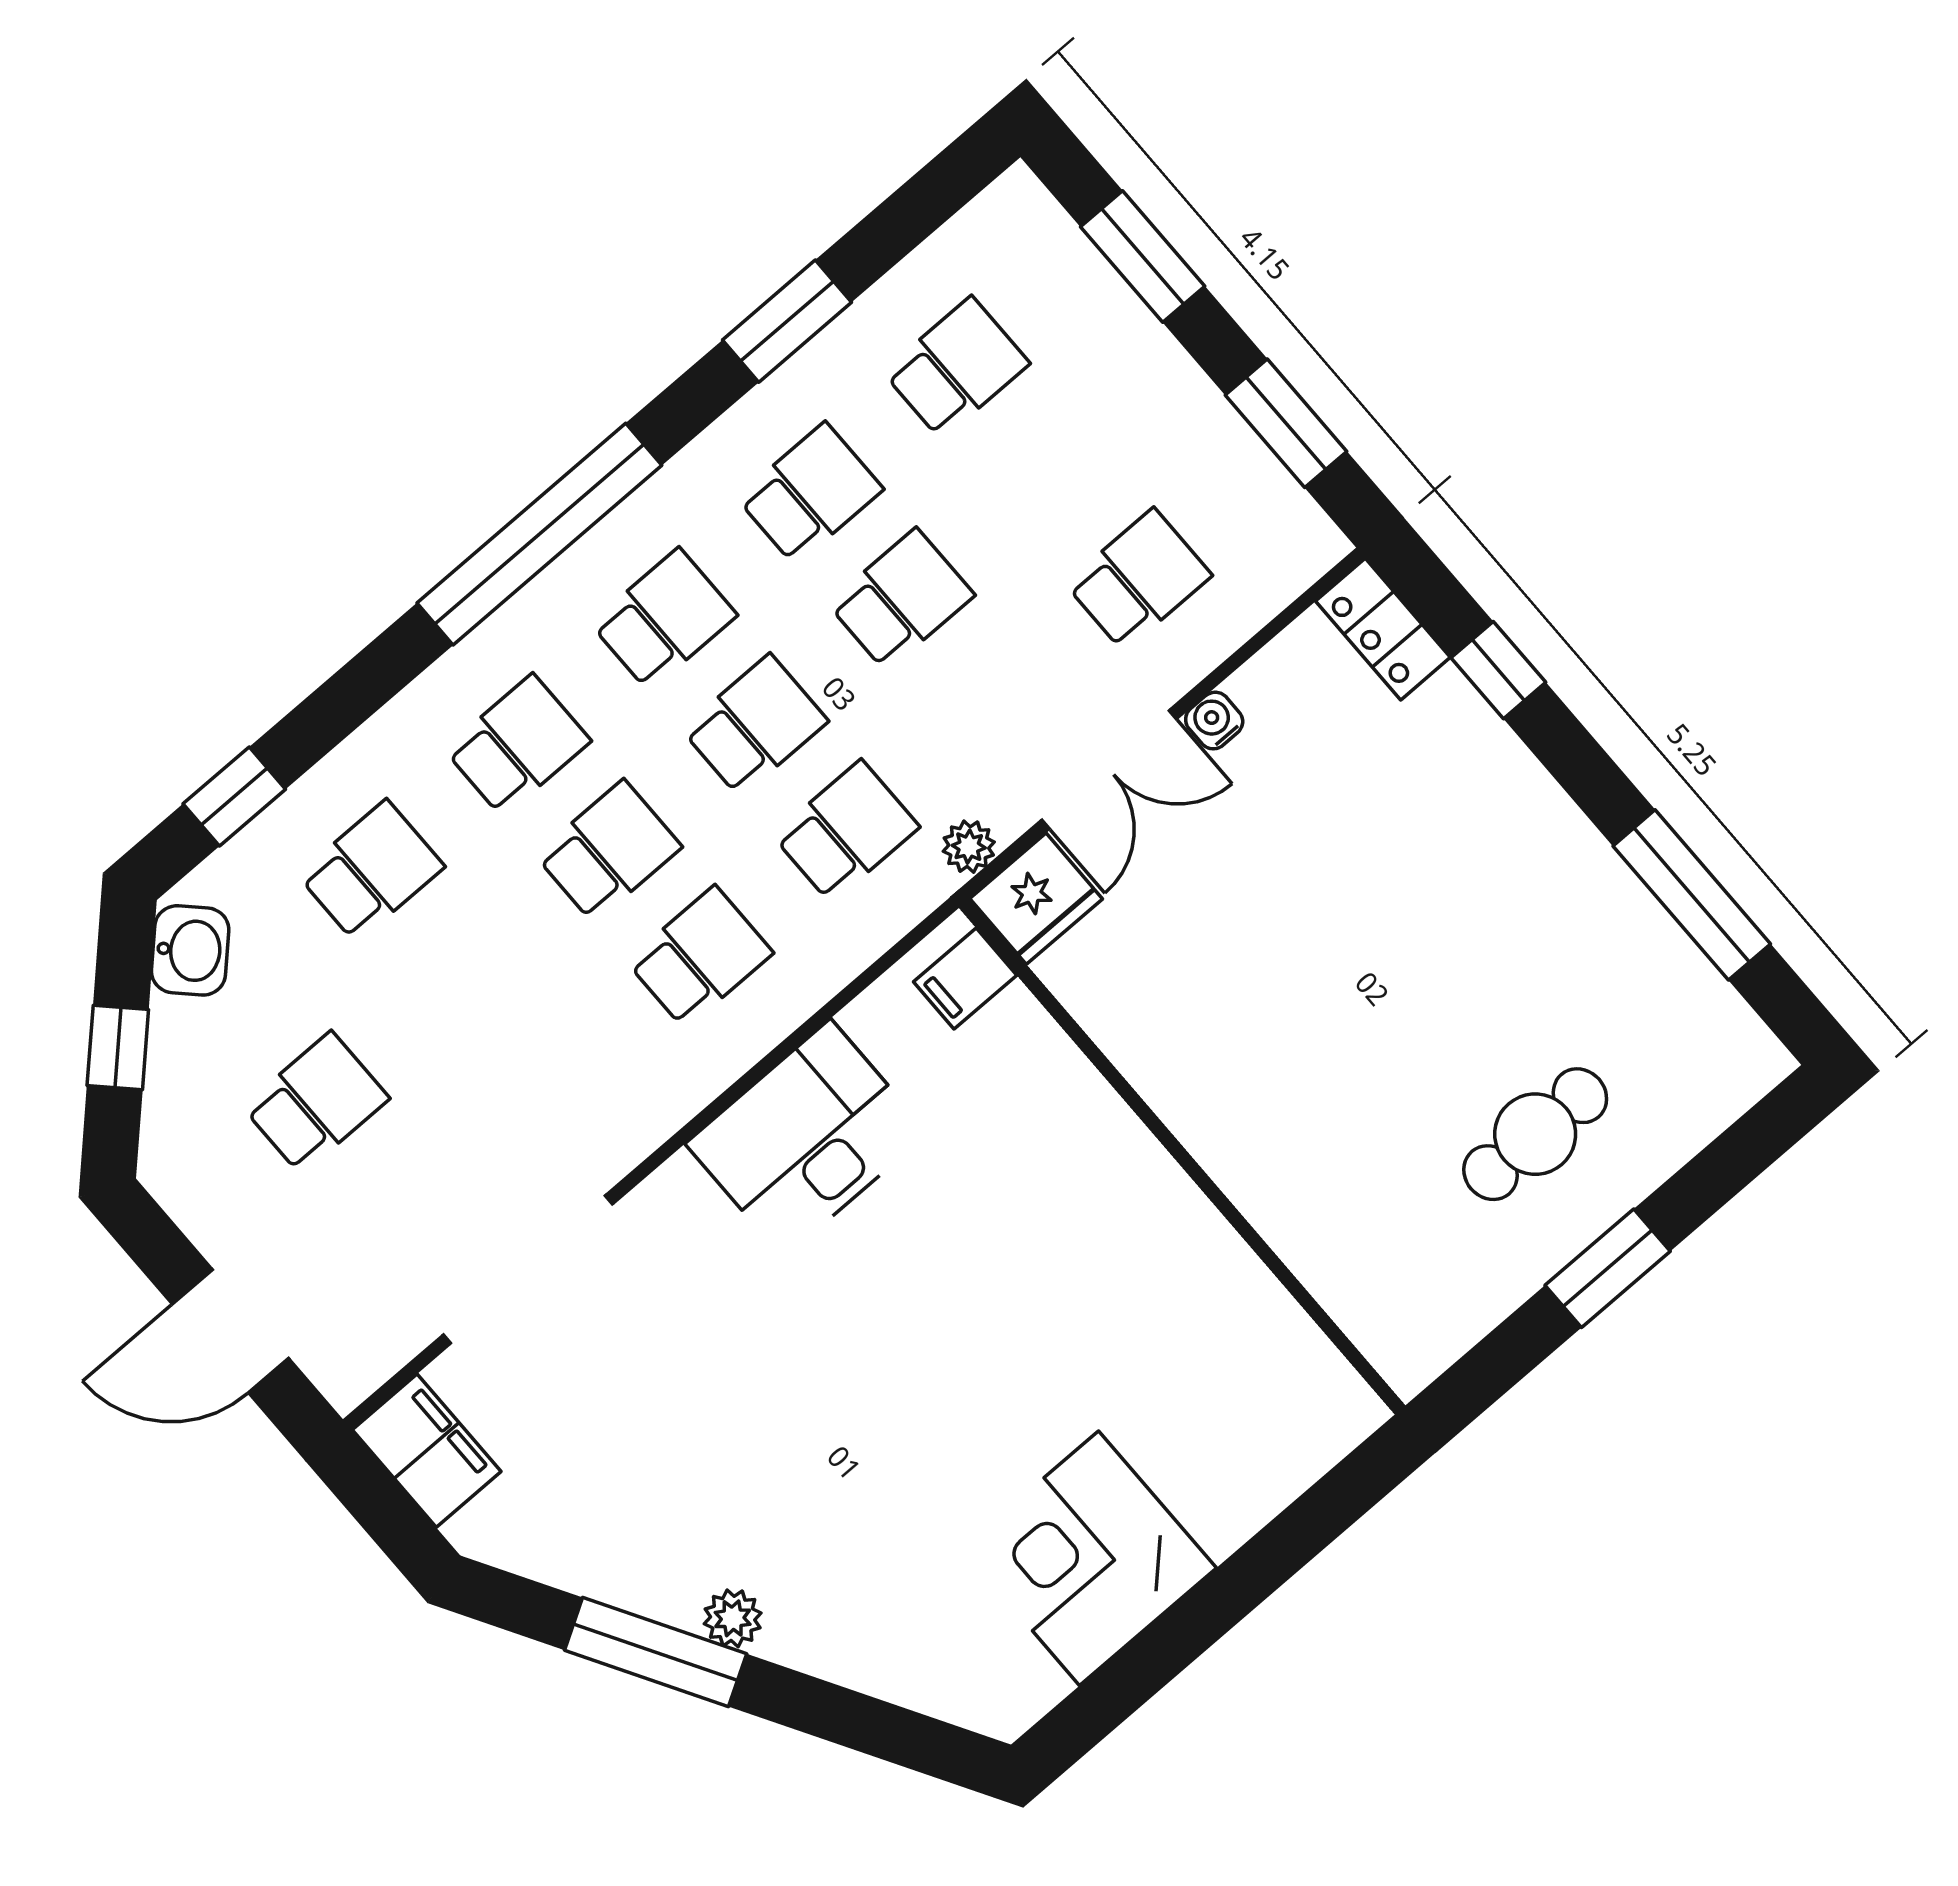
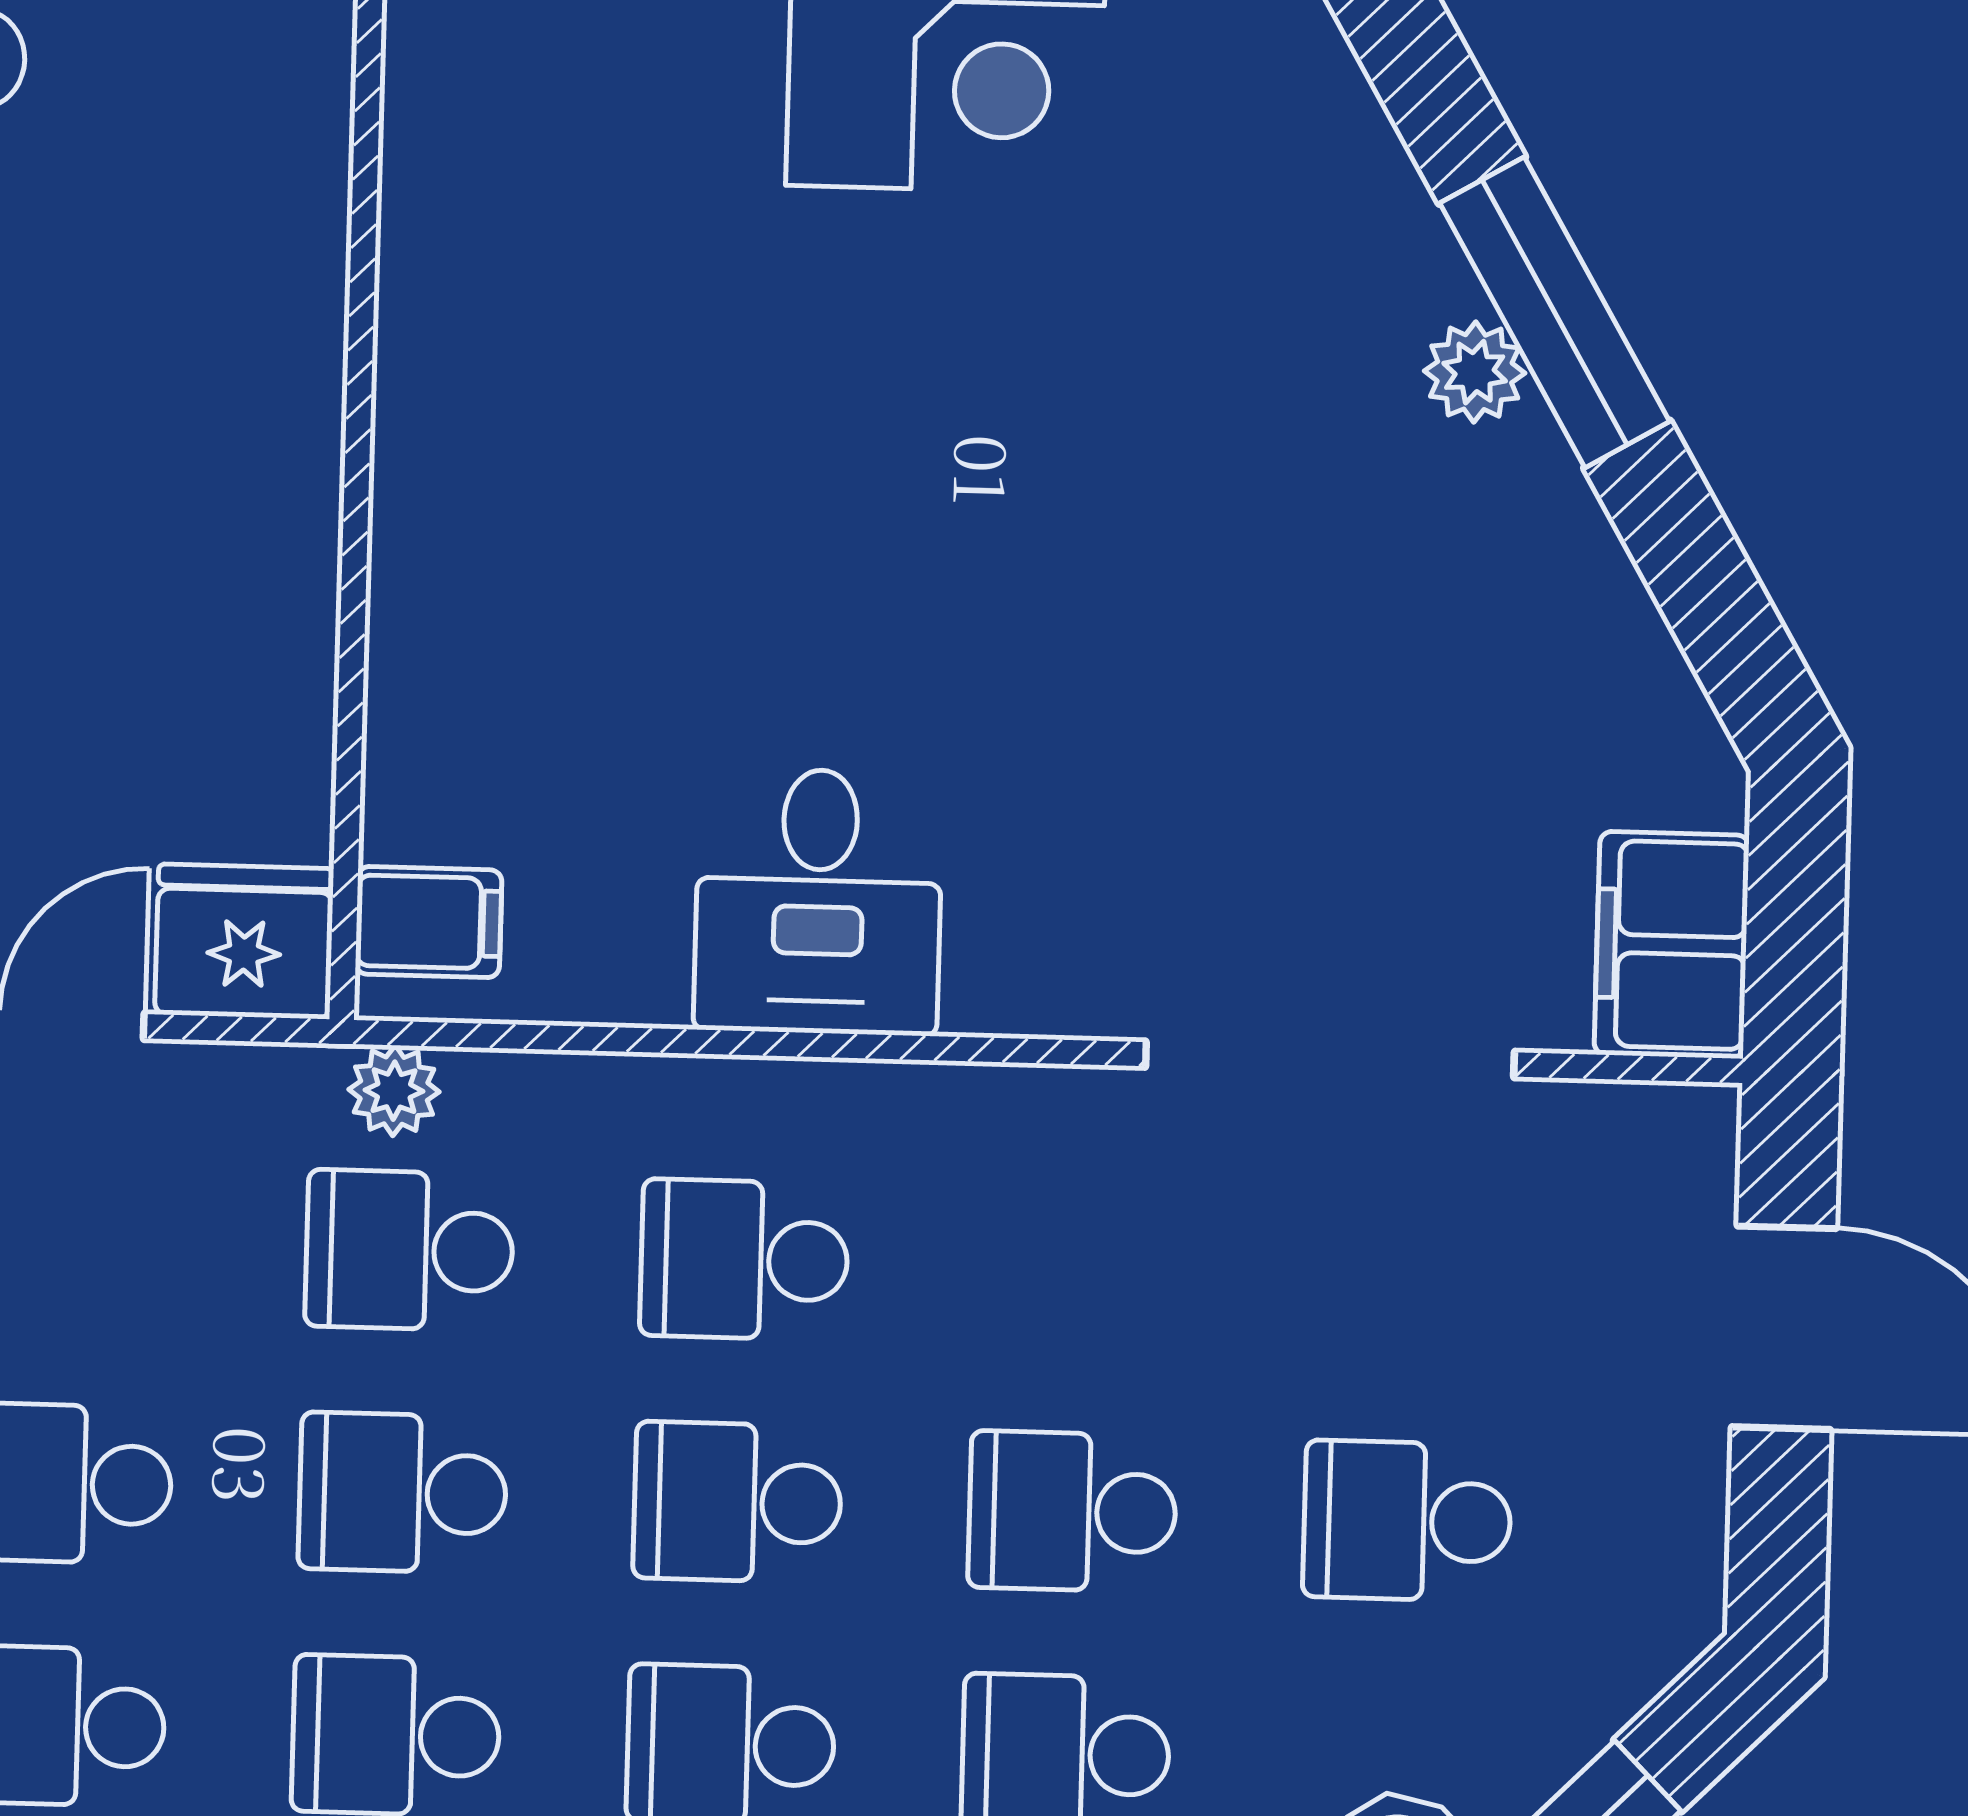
plant: (969, 847) -> (394, 1091), moved
school desk: (462, 977) -> (1072, 1512), added
desk: (807, 1138) -> (818, 901), width x0.73
window: (656, 1652) -> (1555, 312), moved

